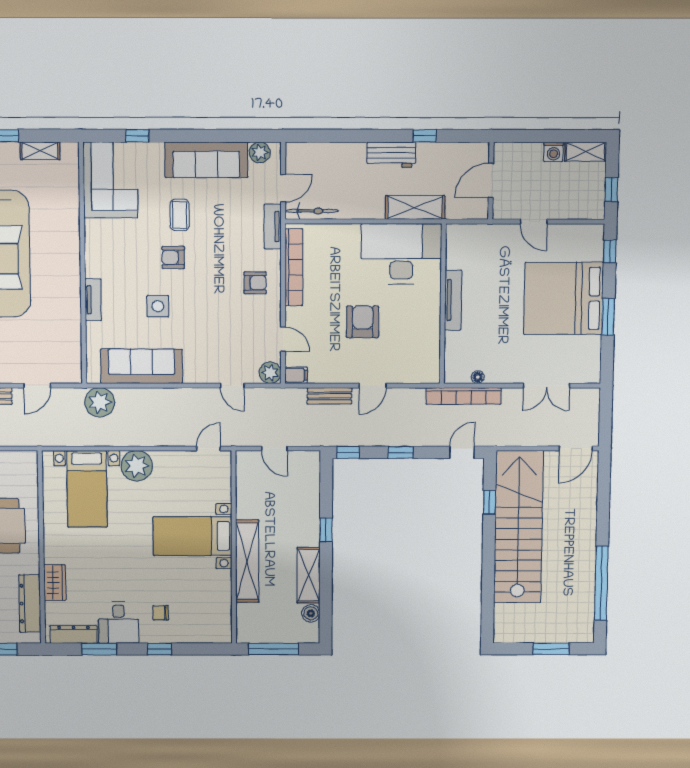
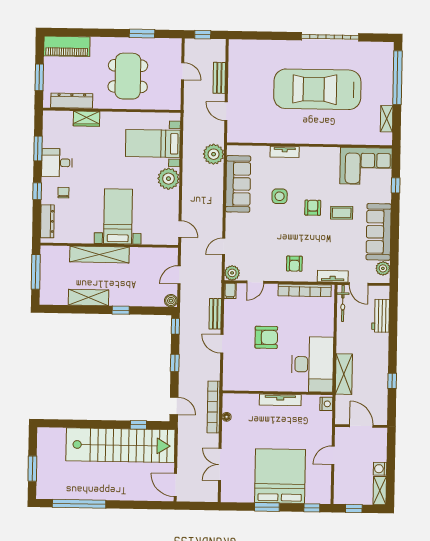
workbench: (391, 155) -> (381, 316), moved
nightstand: (459, 233) -> (326, 404), added
boiler: (311, 613) -> (171, 301), moved
dresser: (74, 634) -> (47, 221), moved

